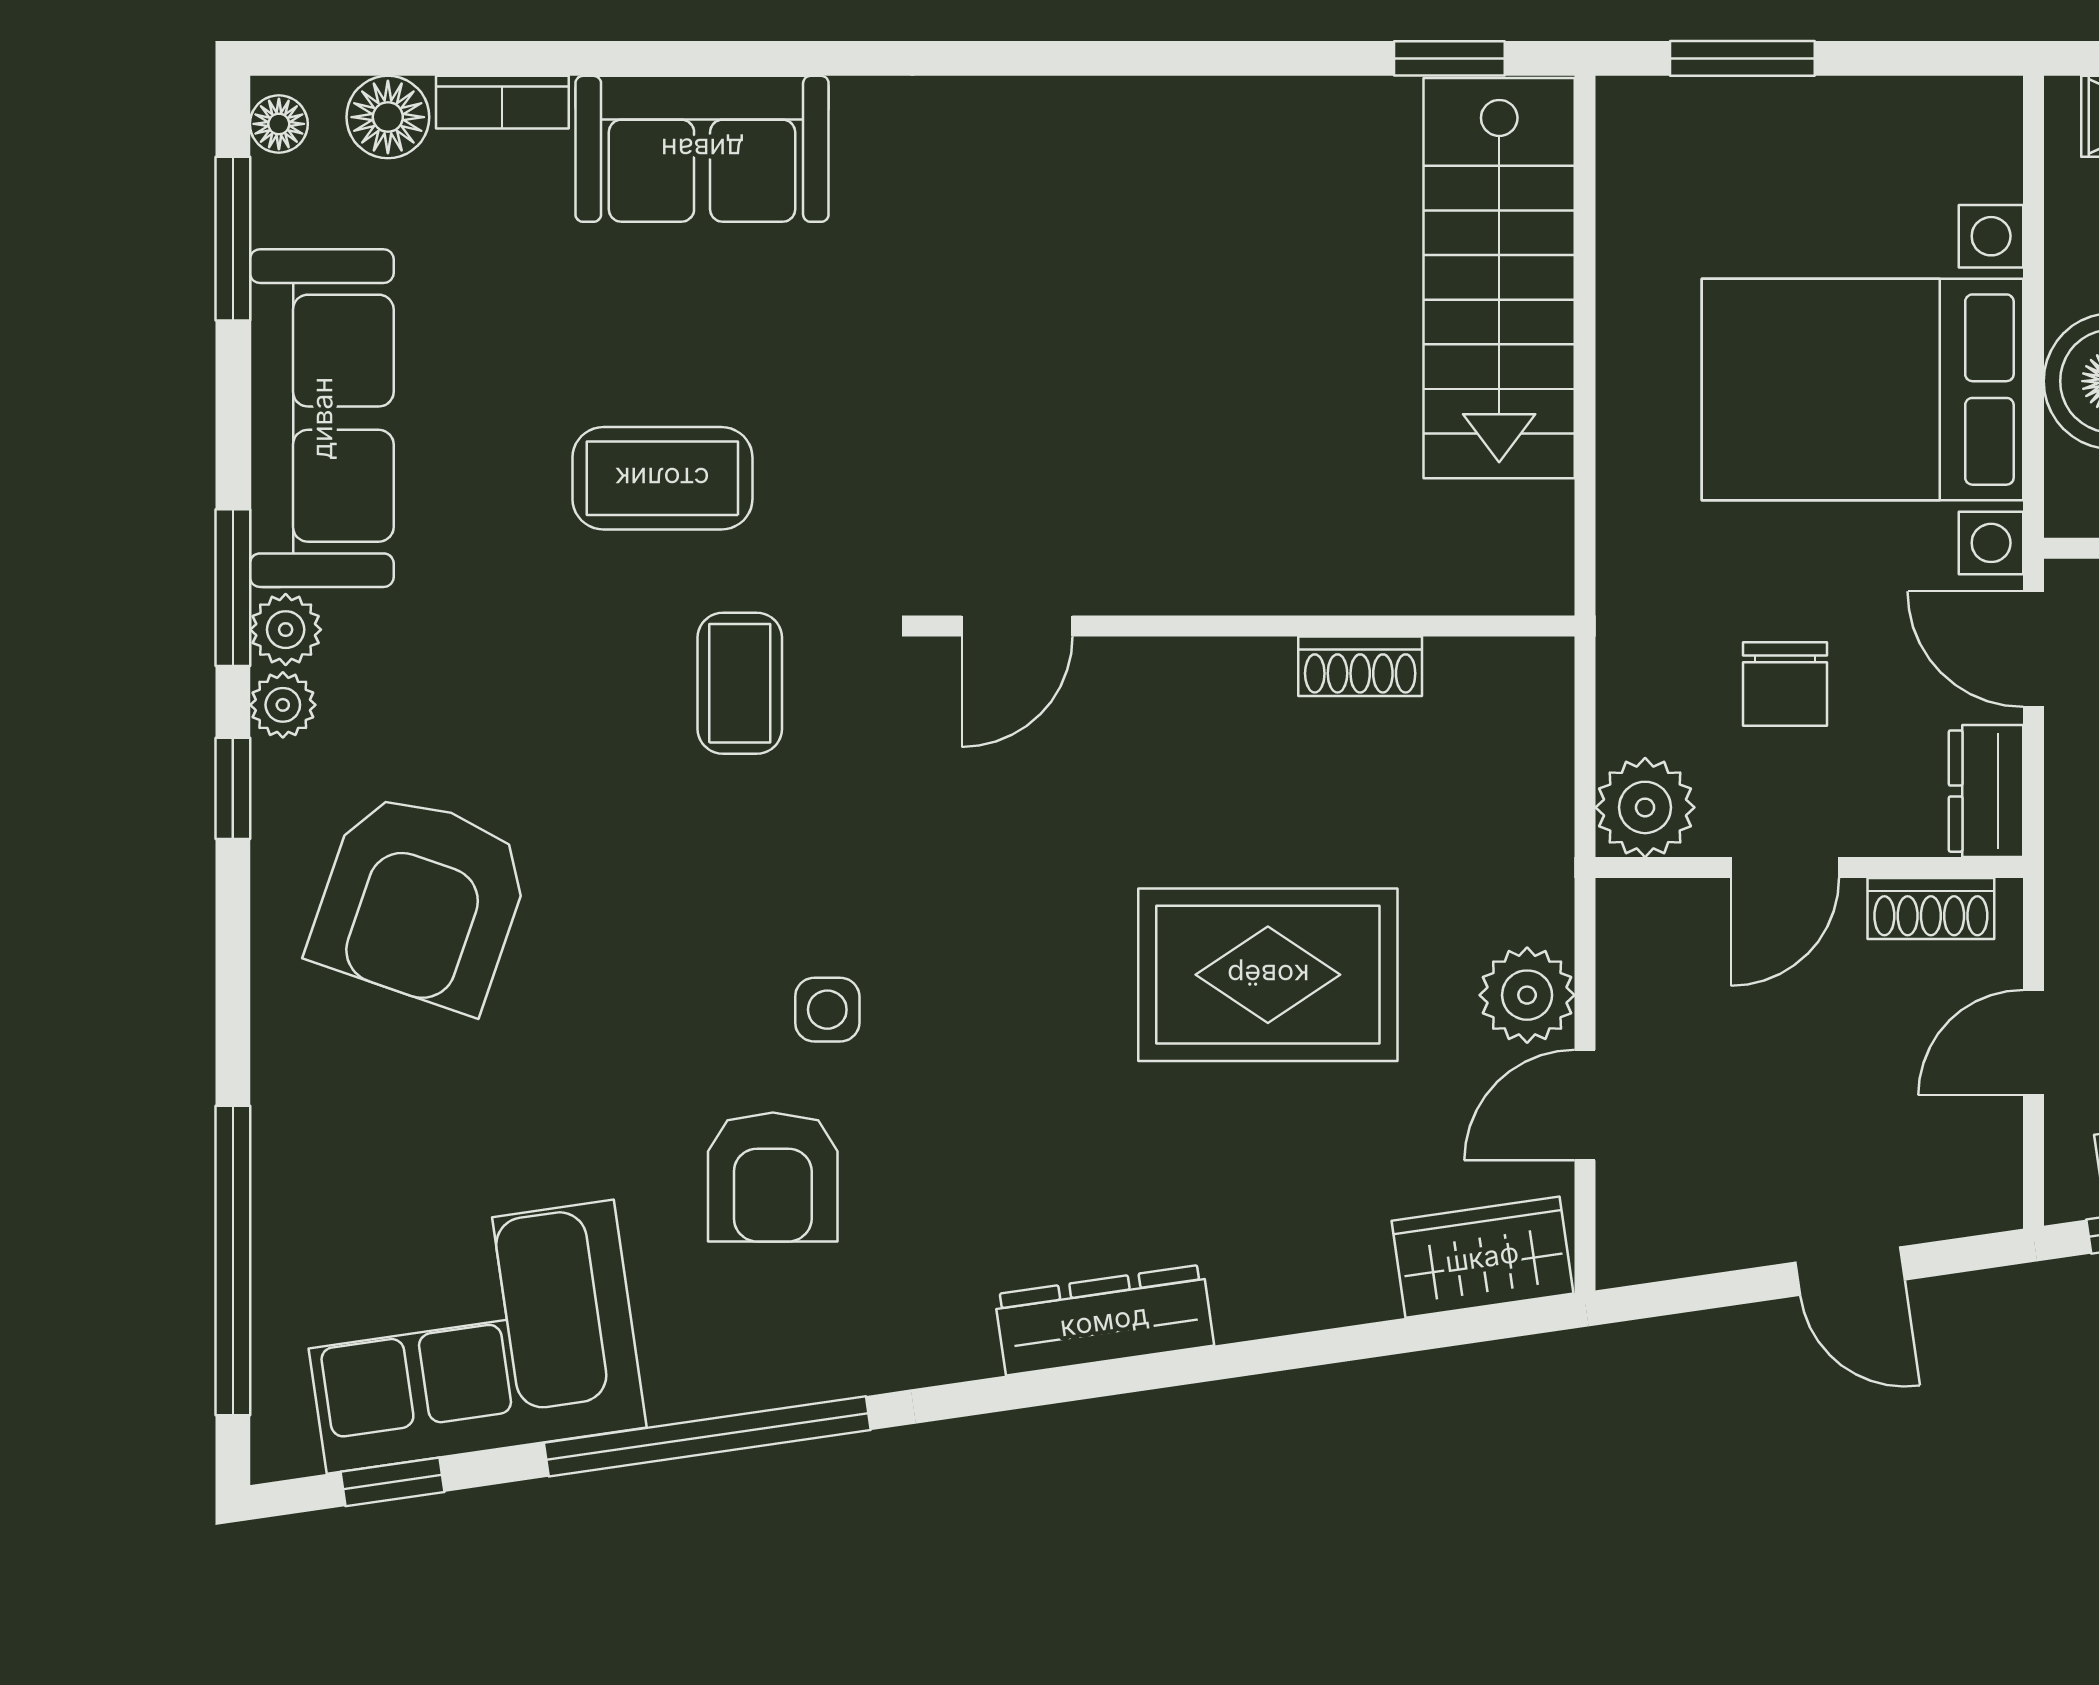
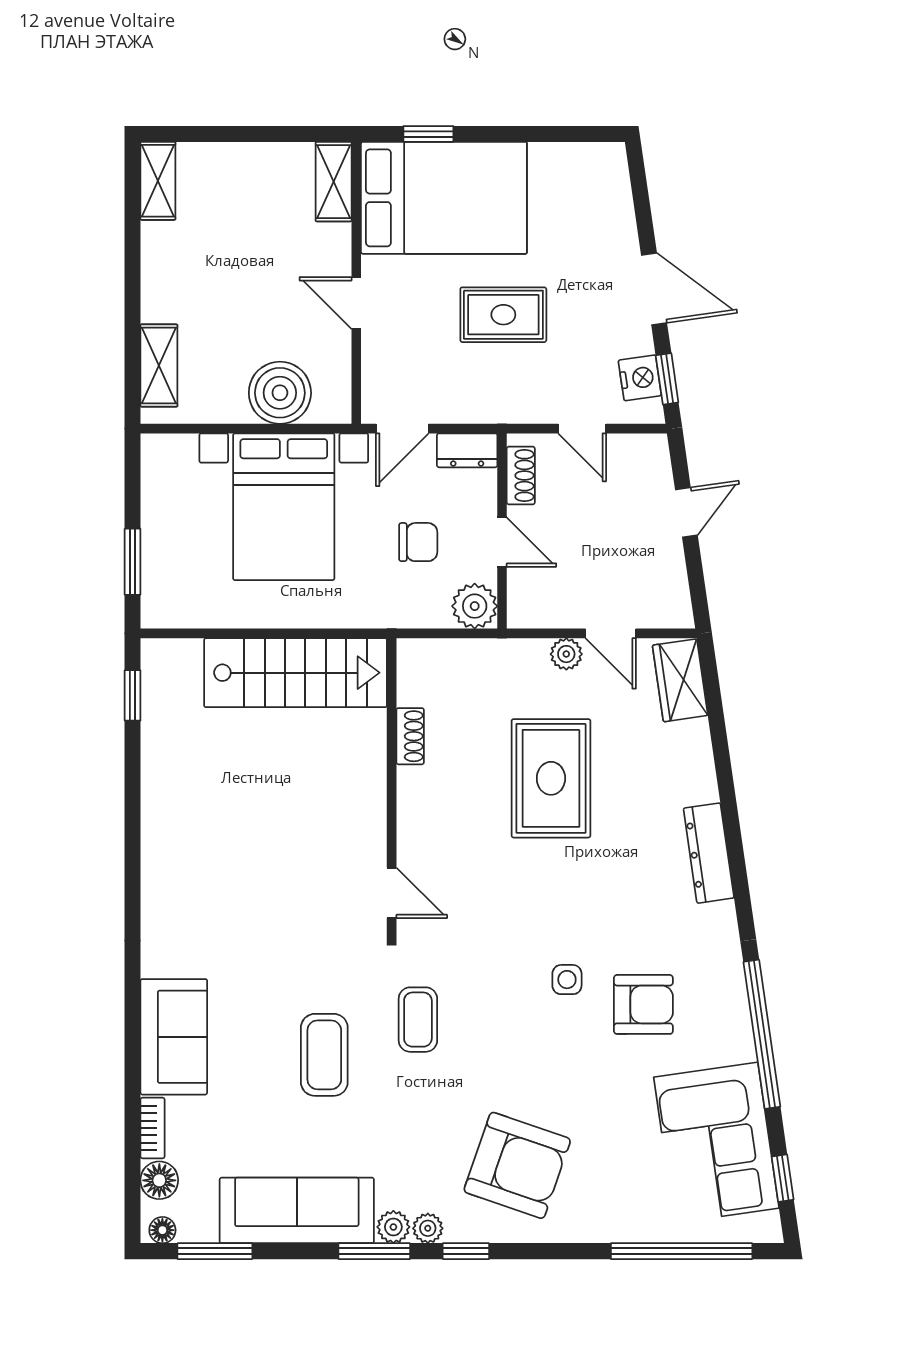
stairs: (1499, 278) -> (296, 673), moved
coffee table: (740, 683) -> (418, 1020), turned 90
plant: (1527, 995) -> (566, 654), width x0.73, depth x0.73

